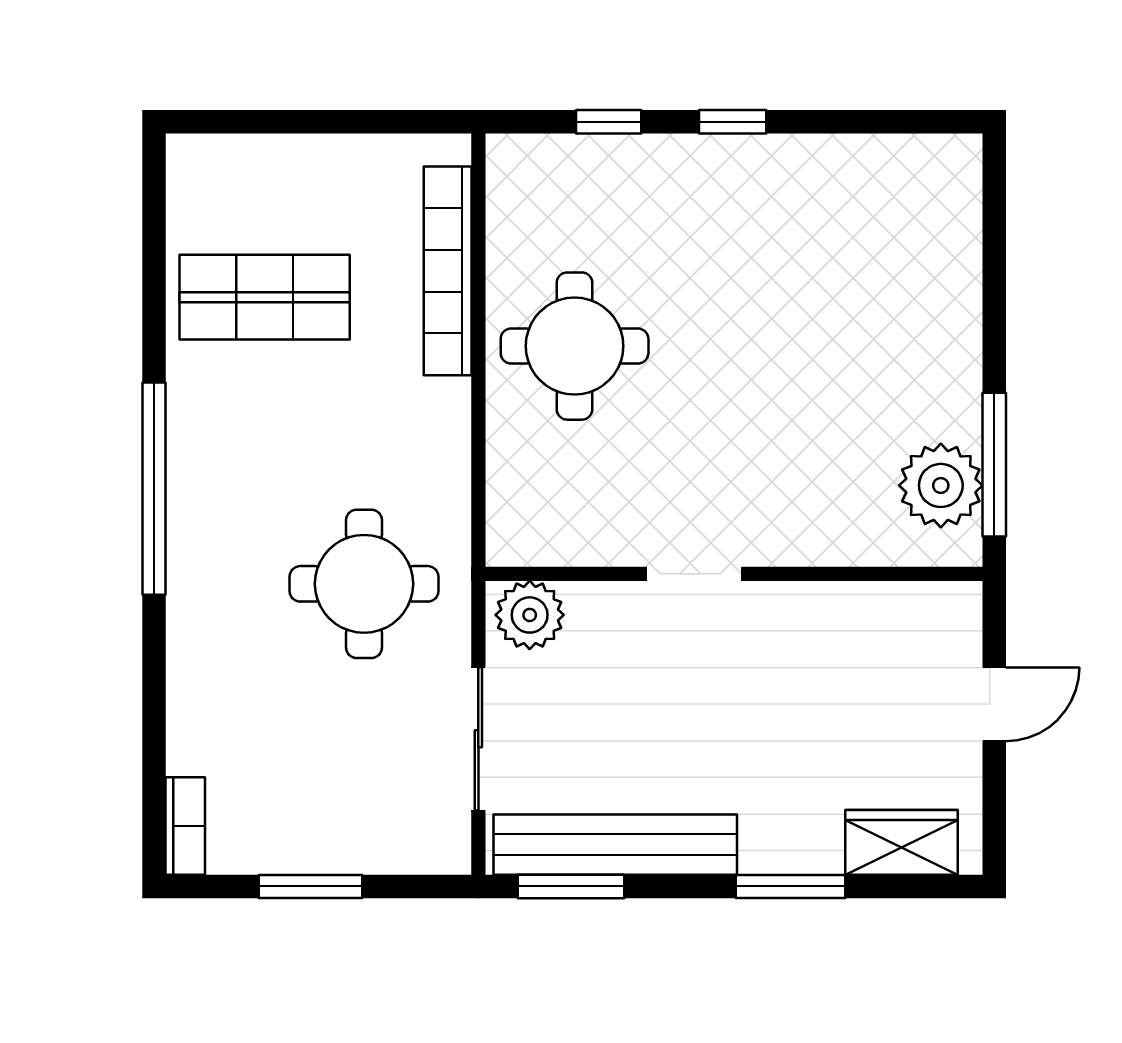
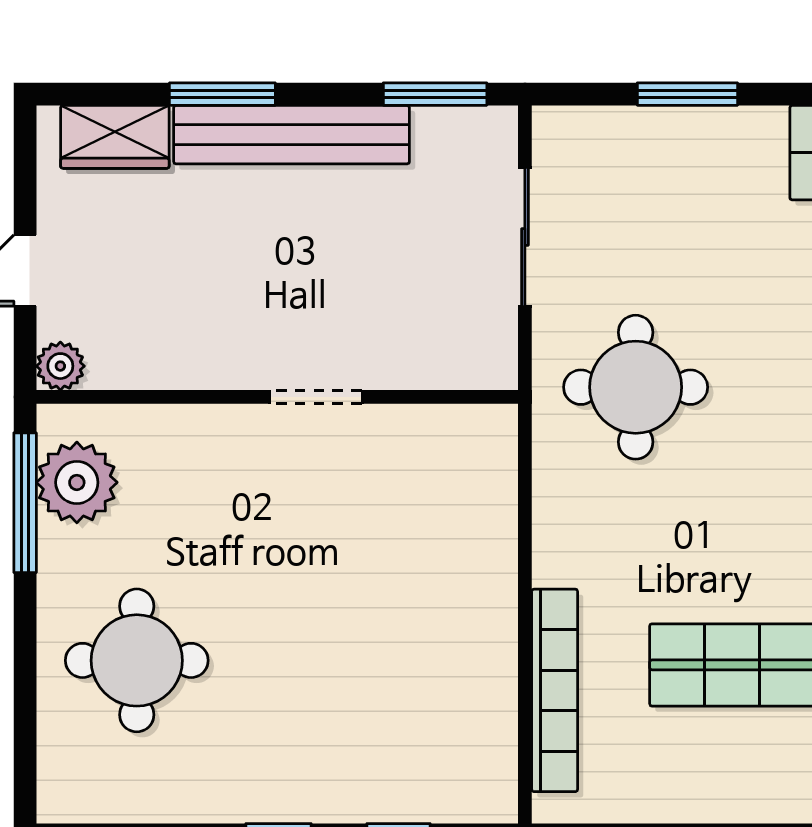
round table: (575, 346) -> (137, 660), moved
plant: (530, 615) -> (60, 366), moved, width x0.73, depth x0.73
bench: (615, 845) -> (292, 135), moved

